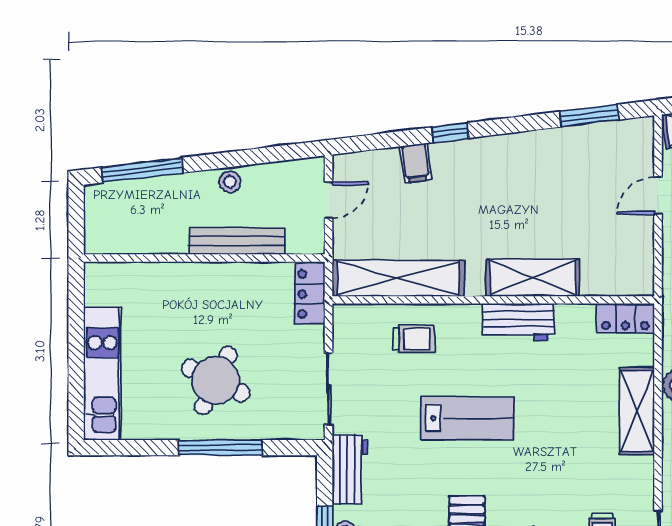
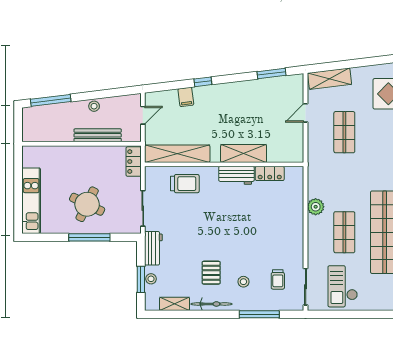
locker: (625, 318) -> (270, 173), moved
trolley: (414, 339) -> (185, 184), width x1.36, depth x1.39
shelving: (637, 411) -> (295, 219), removed
lab bench: (468, 418) -> (212, 223), removed

